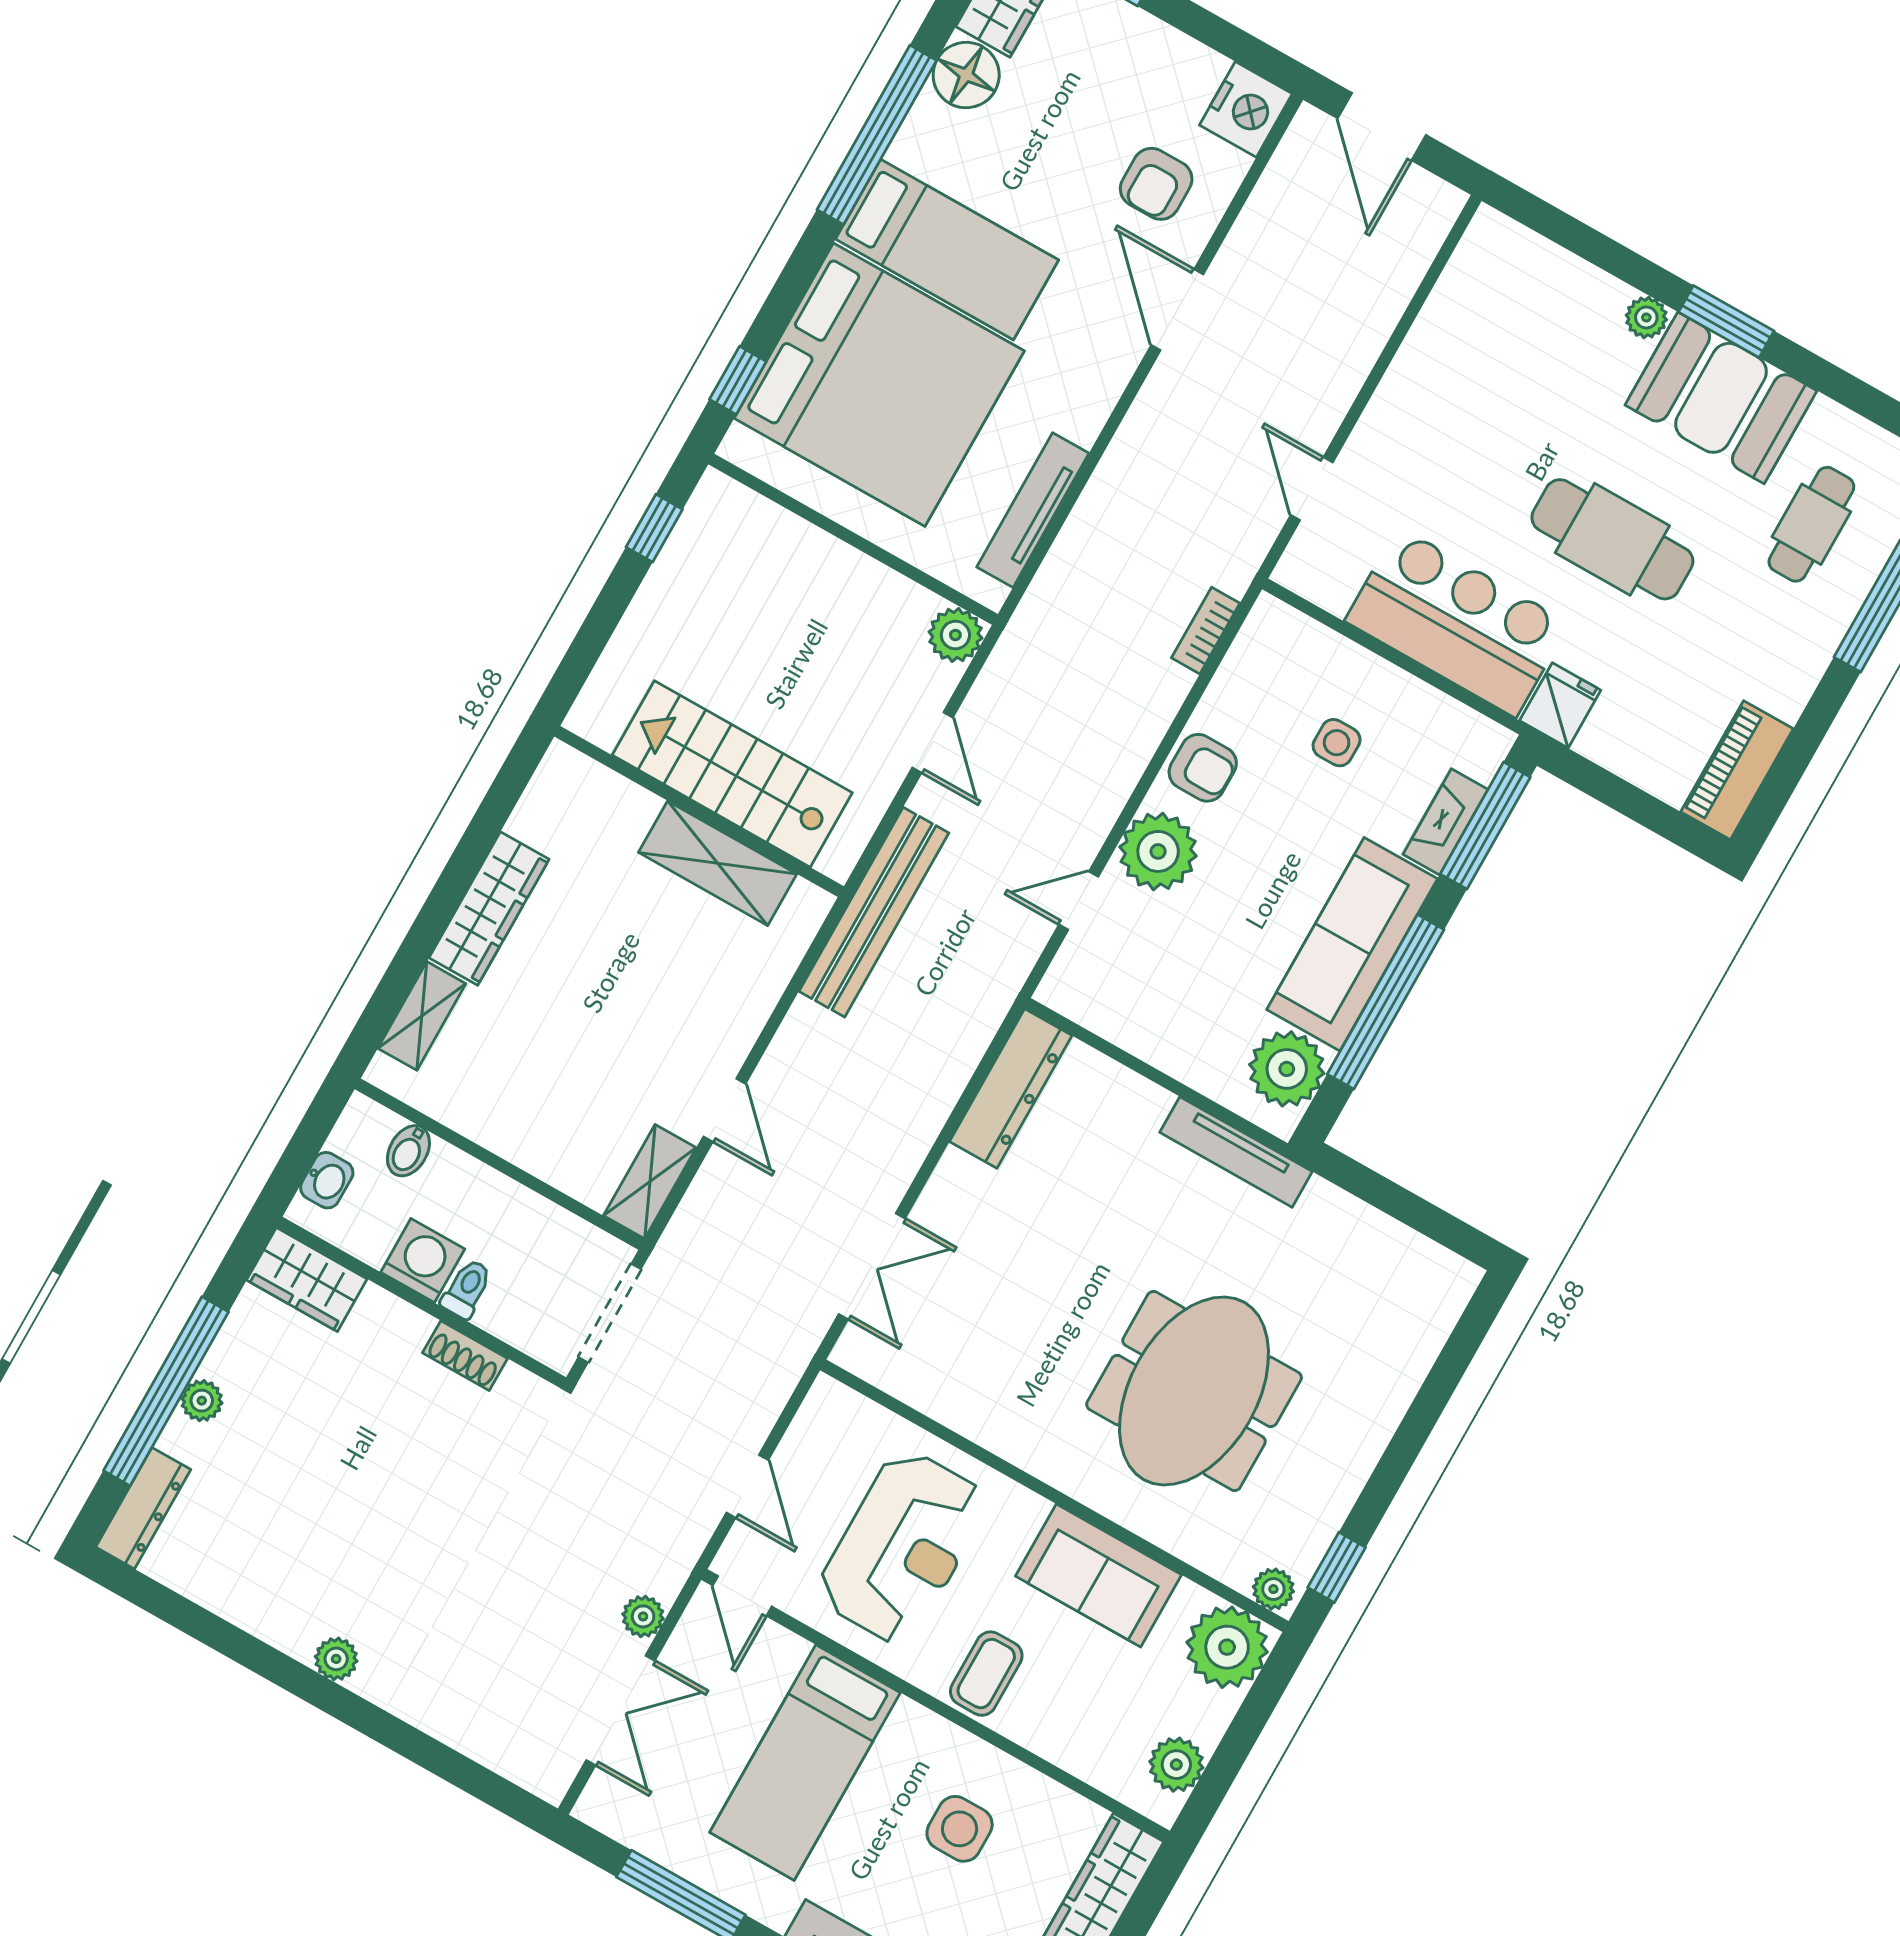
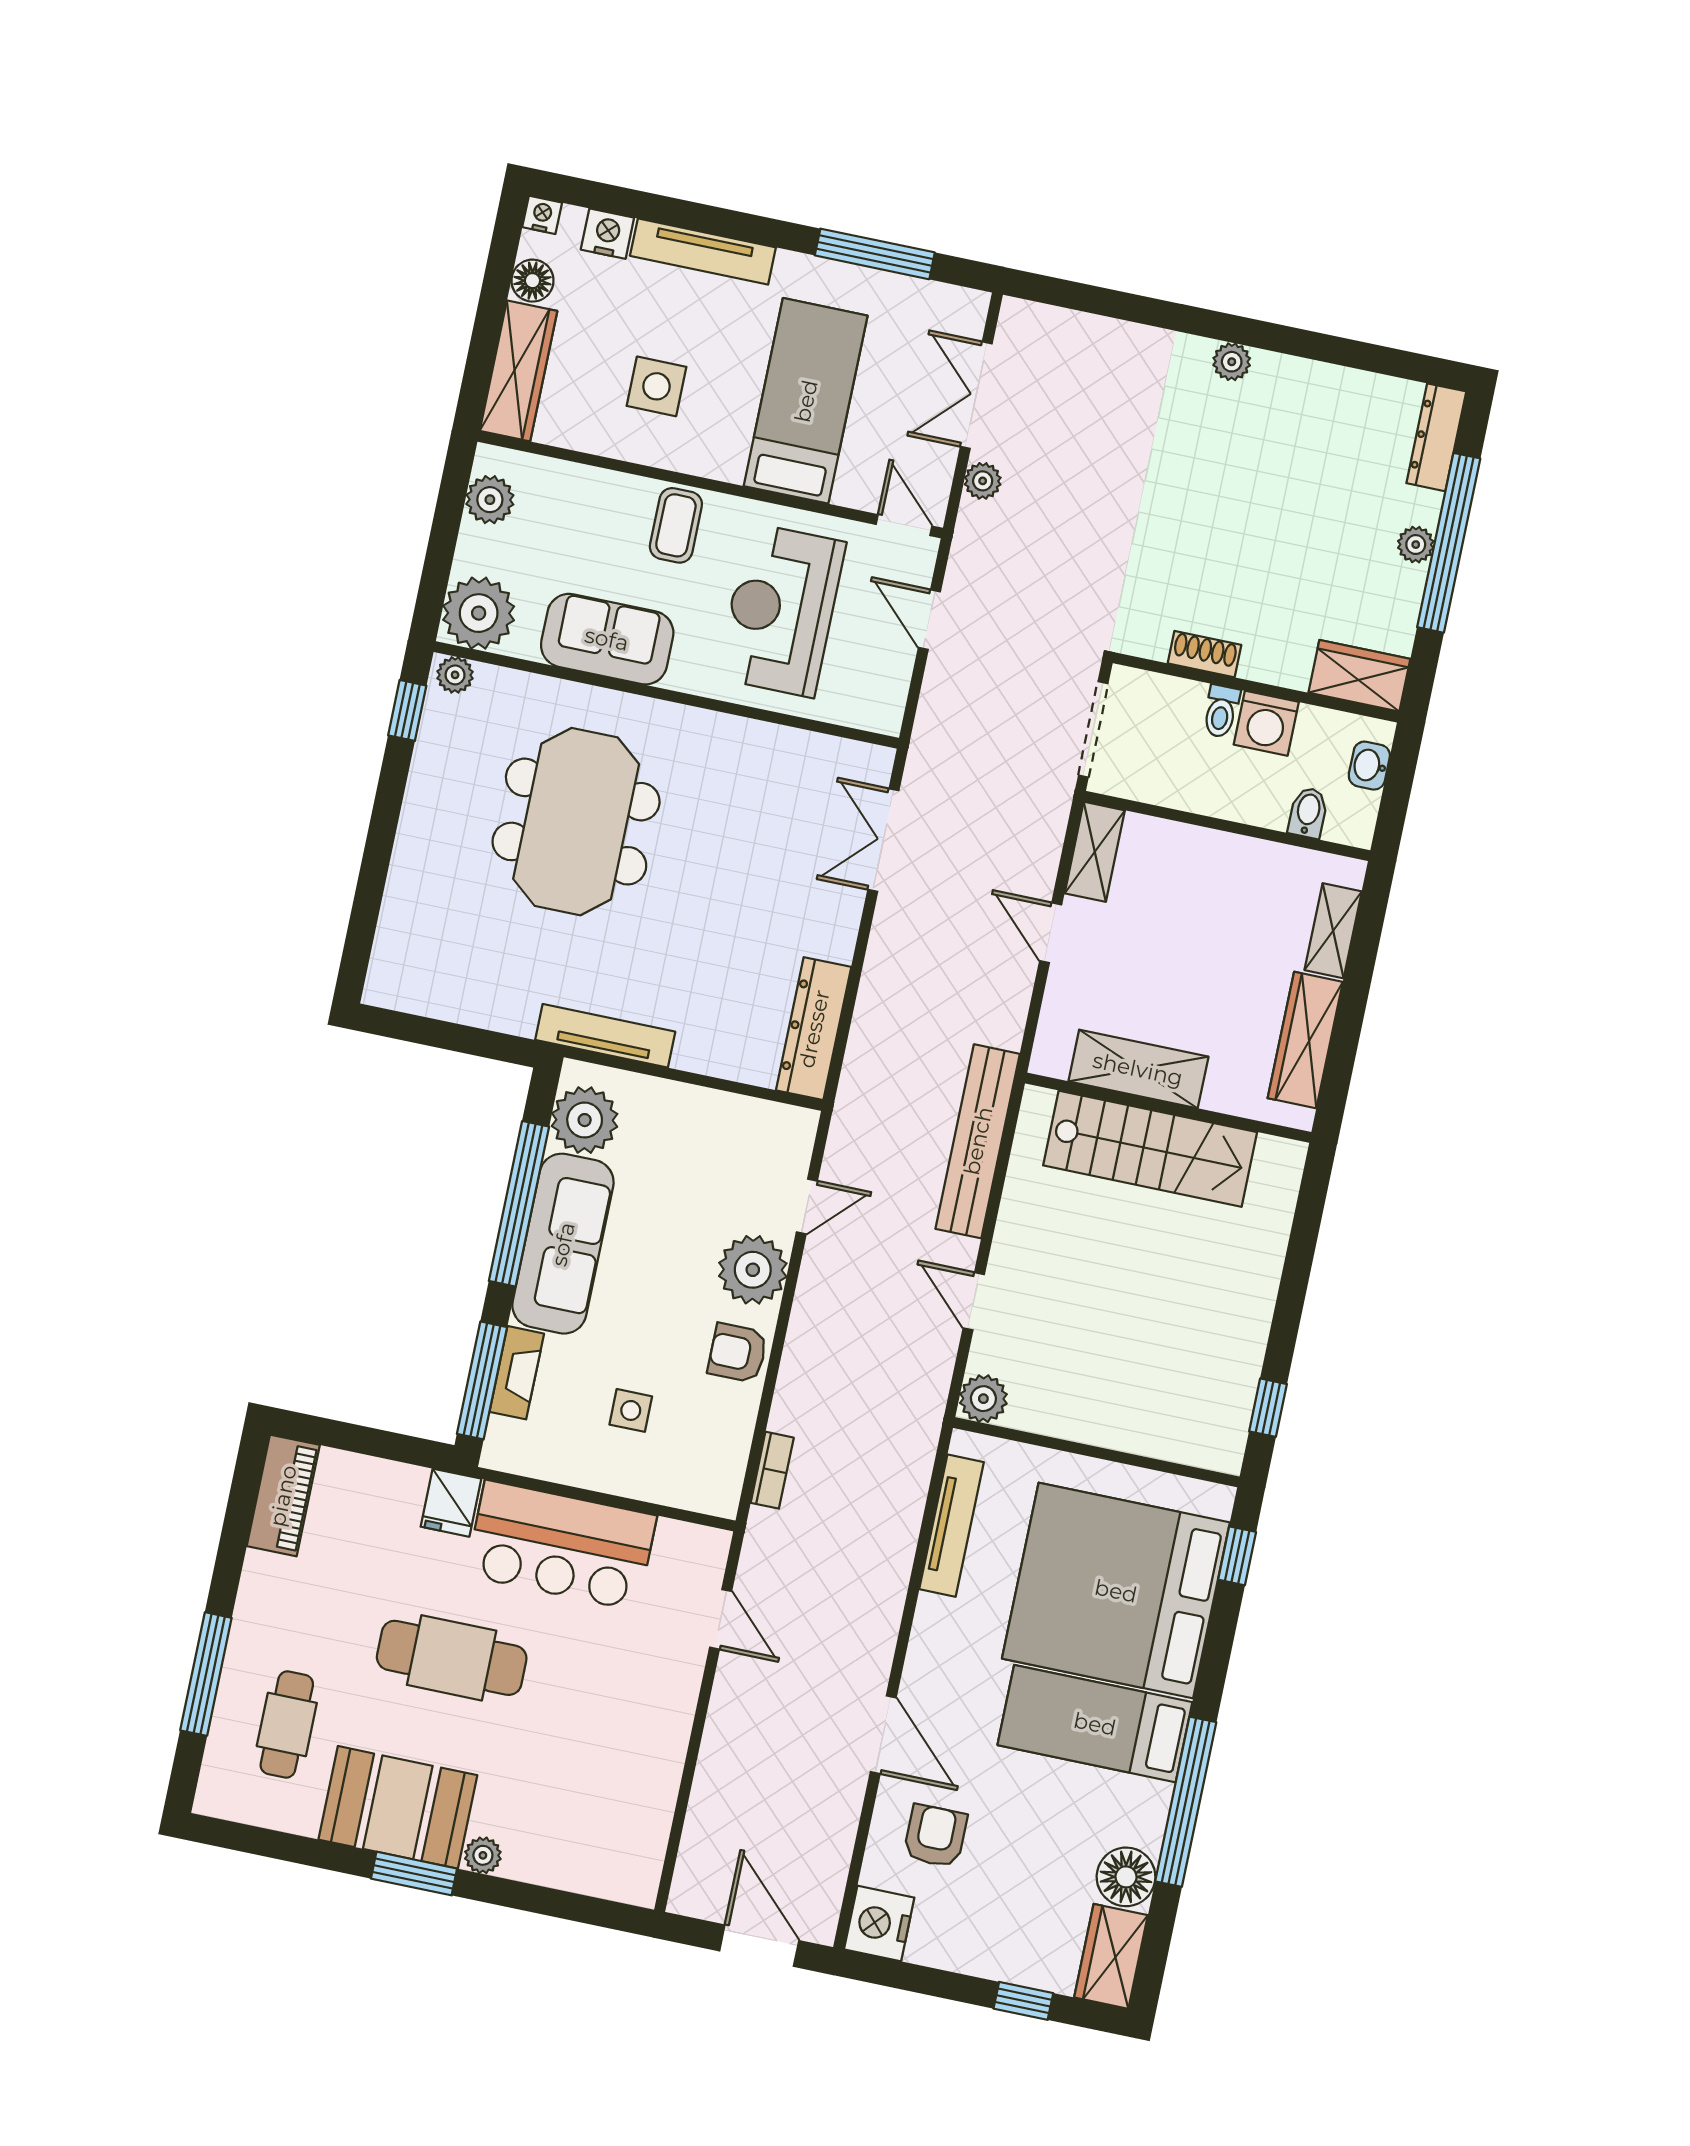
stairs: (732, 774) -> (1150, 1149), moved
wall: (699, 811) -> (1168, 1108), moved
shelving: (718, 863) -> (1138, 1069), moved

